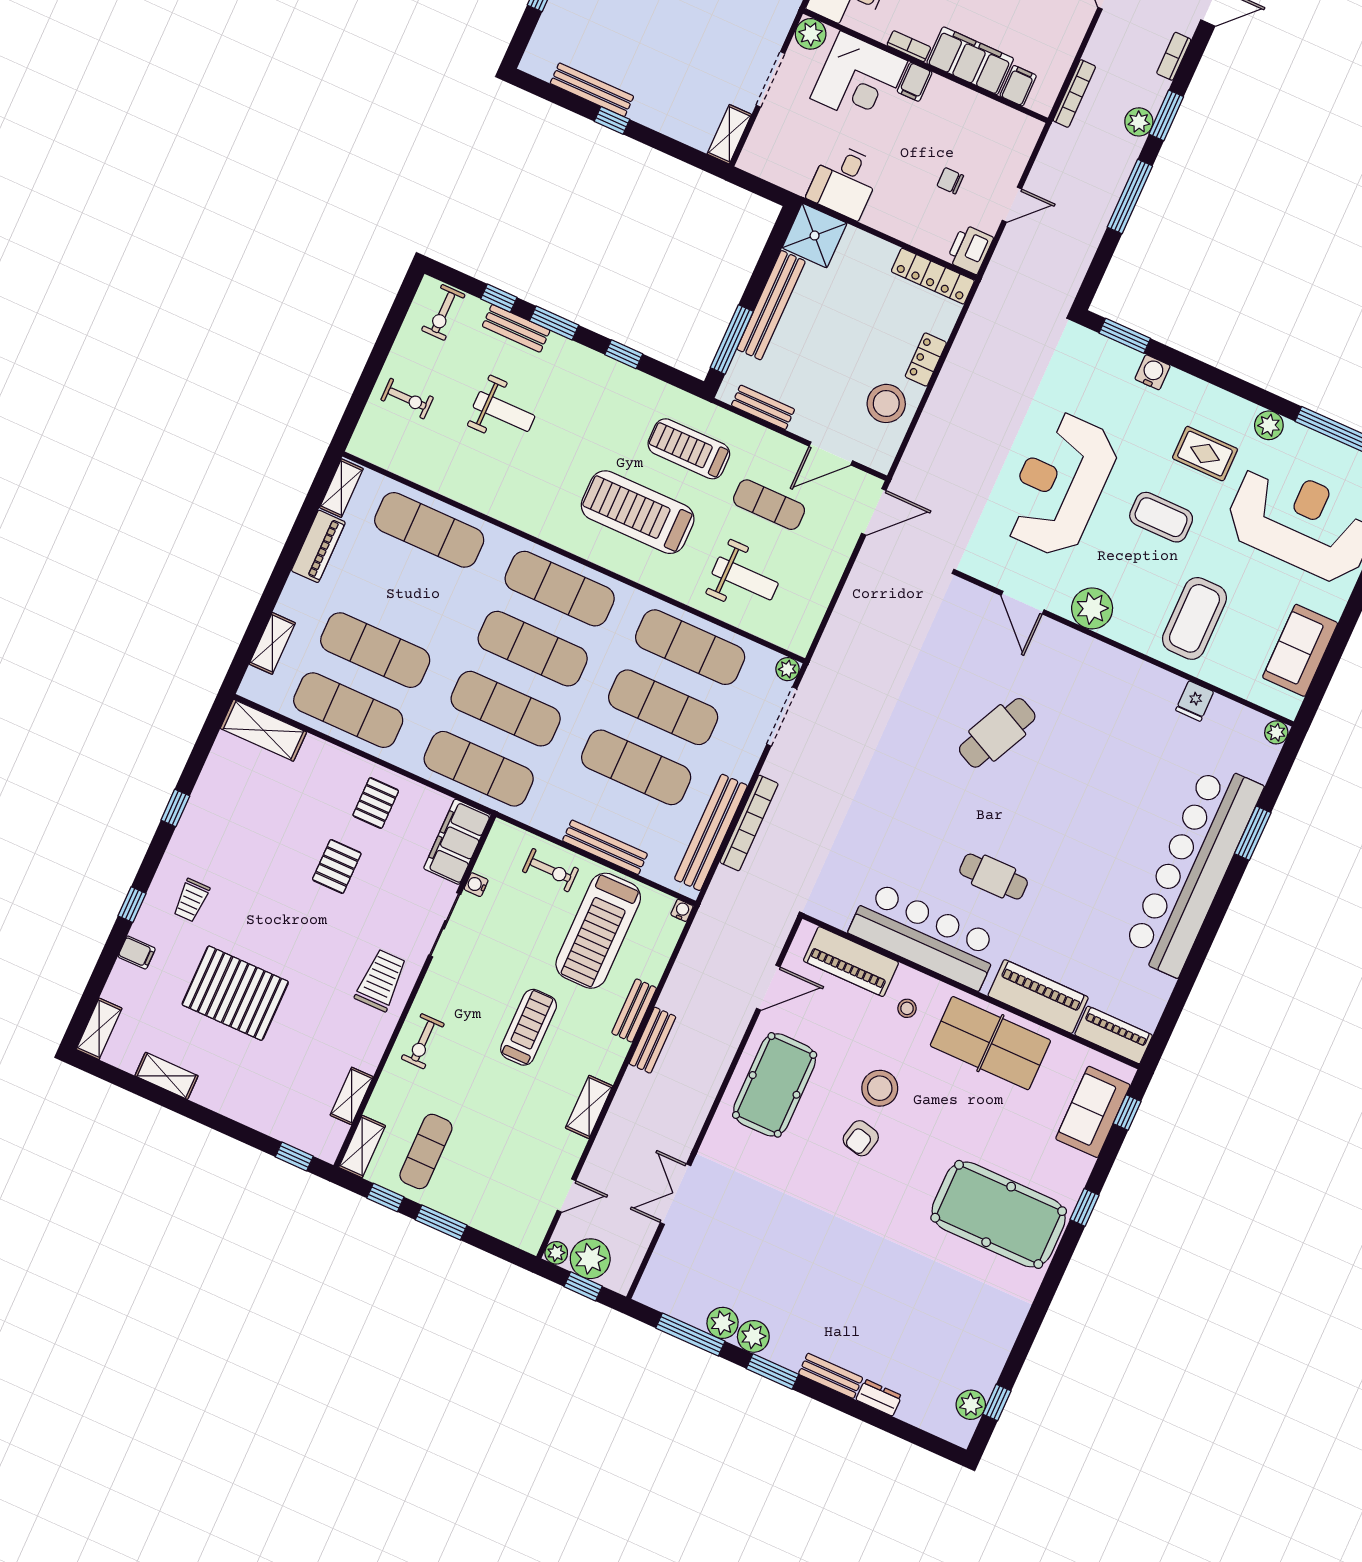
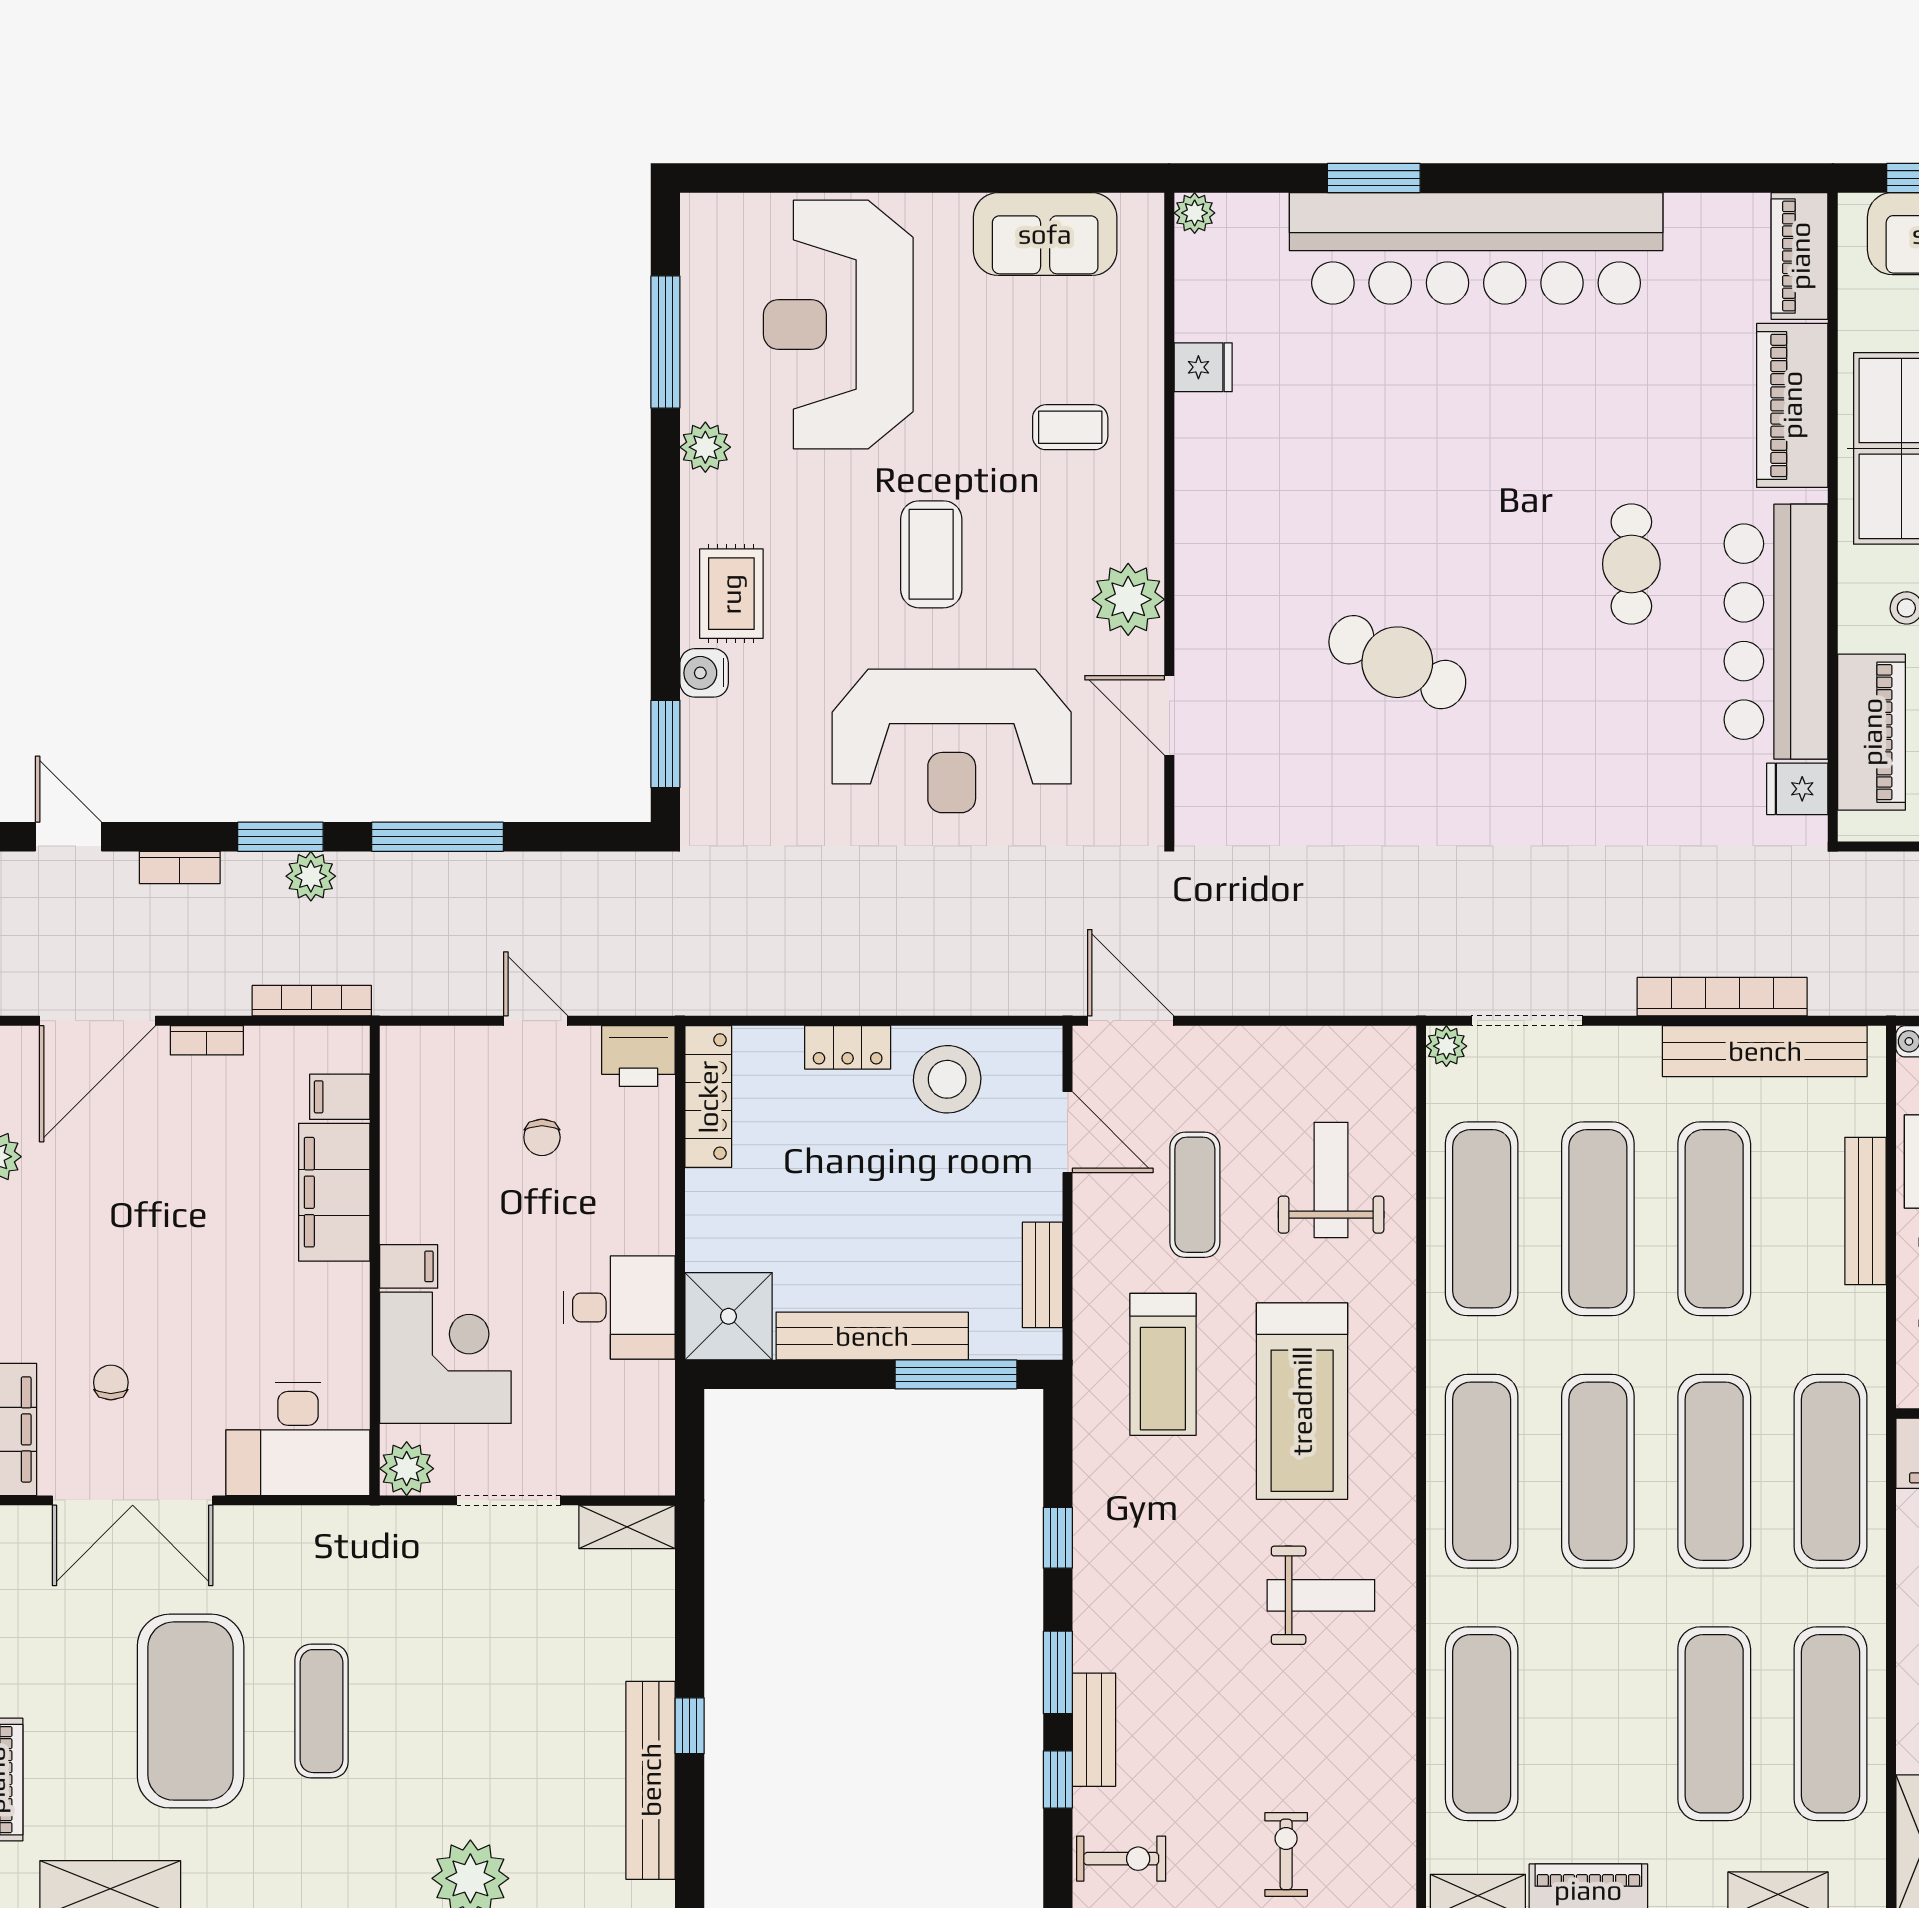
bookcase: (909, 46) -> (207, 1040), moved, turned -90
bench: (592, 90) -> (651, 1780), width x1.37, depth x1.21
weight bench: (504, 412) -> (1321, 1595), moved, turned 90
rug: (1205, 454) -> (731, 594), moved
door: (1023, 603) -> (1169, 715), swing flipped
coffee table: (1194, 618) -> (1070, 427), width x0.54, depth x0.58
fridge: (839, 910) -> (1797, 789), added

